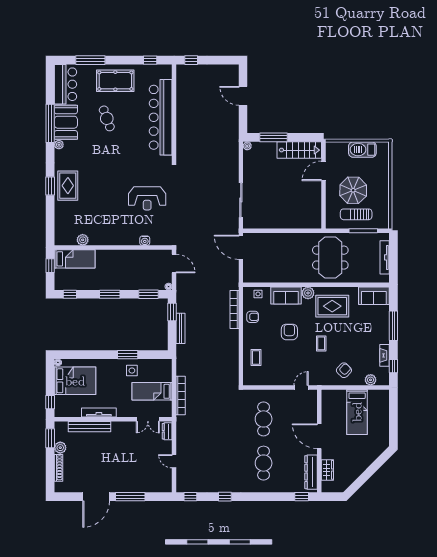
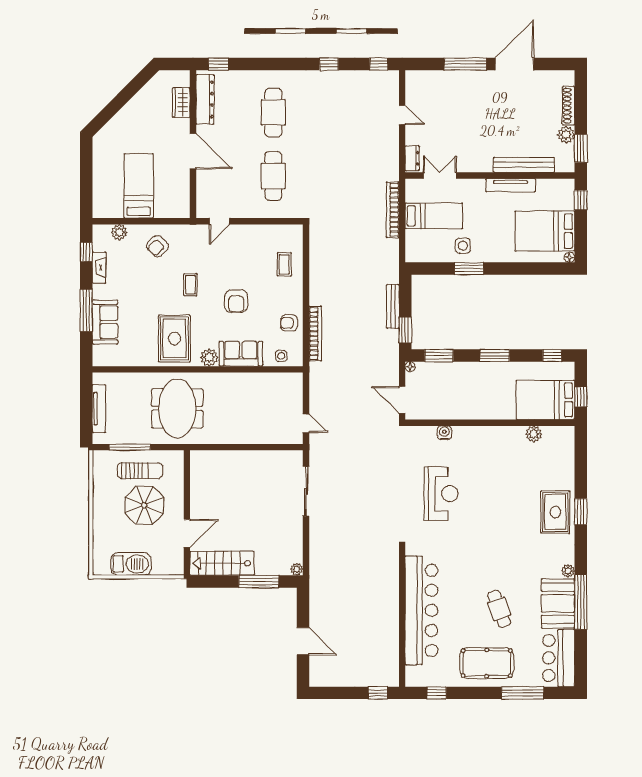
reception desk: (147, 198) -> (441, 494), turned 90
door: (241, 247) -> (306, 423), width x0.53
bed: (75, 259) -> (545, 400), width x1.50
sofa: (374, 296) -> (105, 322), moved, turned 90
rug: (332, 306) -> (174, 338), turned 90

